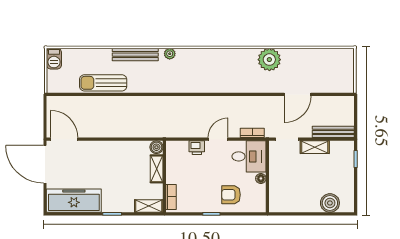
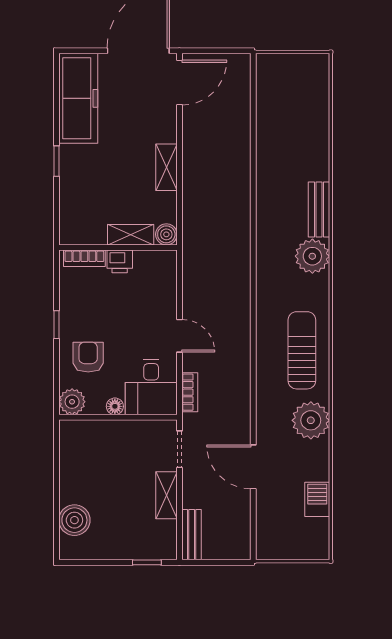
plant: (170, 54) -> (312, 256), width x1.87, depth x1.87
bench: (135, 55) -> (319, 209), width x0.73
barbecue: (54, 59) -> (317, 499), moved, turned 90
sun lounger: (103, 83) -> (302, 350), moved
bench: (333, 132) -> (192, 535), width x0.73
printer: (197, 148) -> (120, 261), moved, turned -90
plant: (258, 204) -> (72, 402), added
shelving: (149, 206) -> (167, 167), moved

